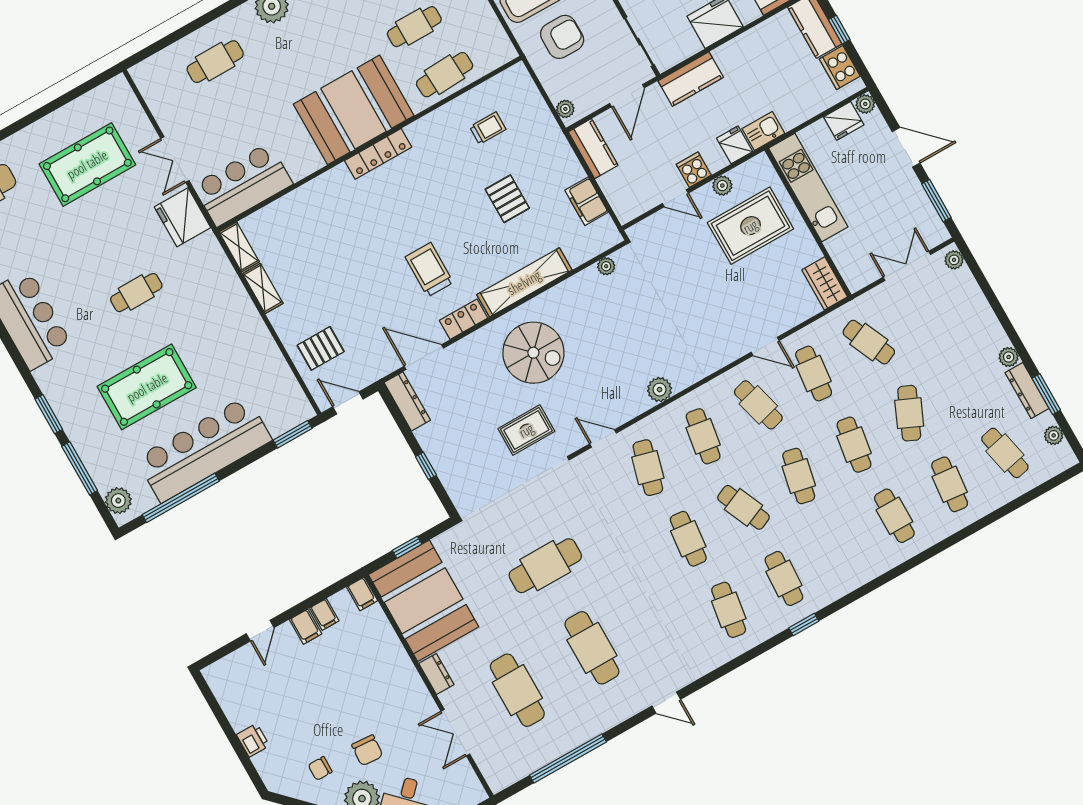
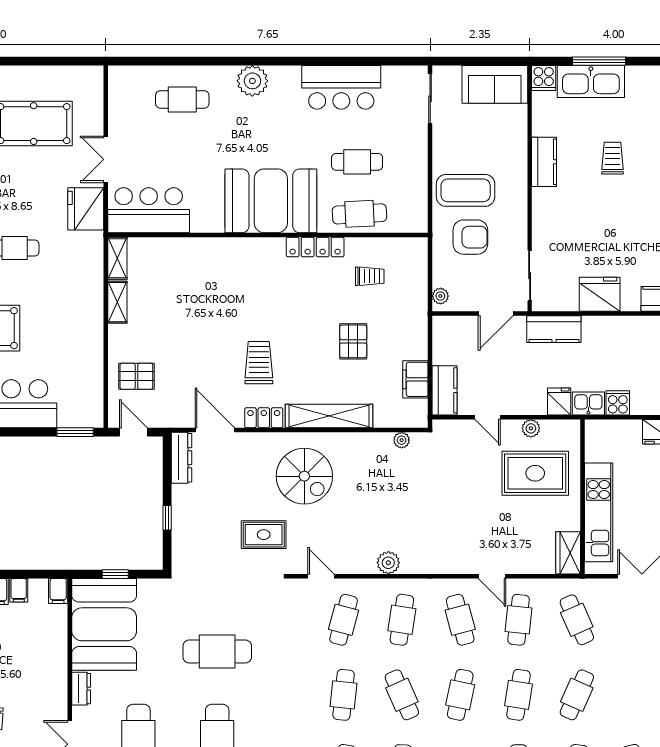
kitchen counter: (593, 149) -> (444, 390), moved
locker: (378, 154) -> (315, 247), moved
cooker: (694, 170) -> (618, 403), moved
kitchen unit: (808, 187) -> (599, 512), moved

